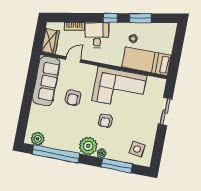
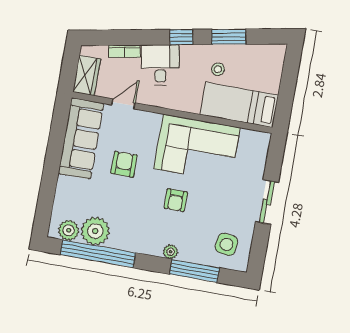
armchair: (73, 98) -> (124, 164), turned 180
sliding door: (165, 111) -> (267, 202), moved
plant: (88, 146) -> (95, 231), moved

